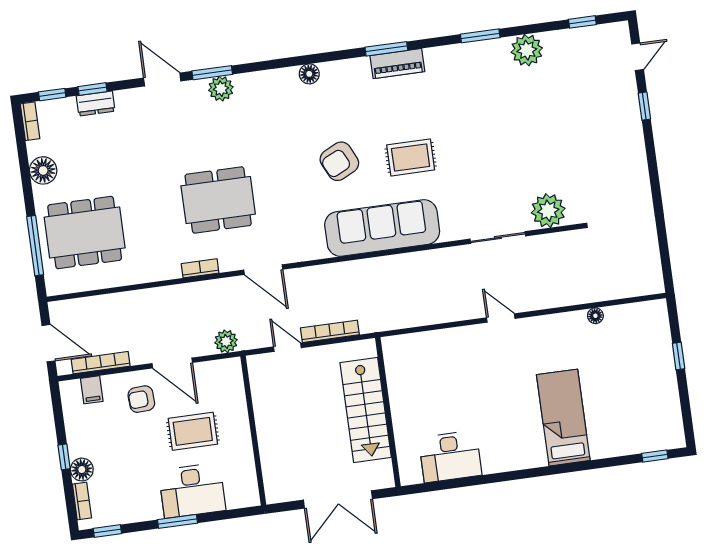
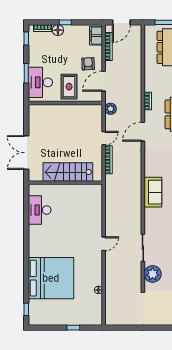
sofa: (382, 228) -> (153, 192), width x0.54, depth x0.79
filing cabinet: (92, 390) -> (96, 36), width x2.00
bed: (563, 418) -> (51, 278), width x2.04
wall: (253, 431) -> (65, 103), moved

